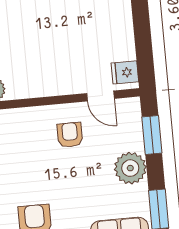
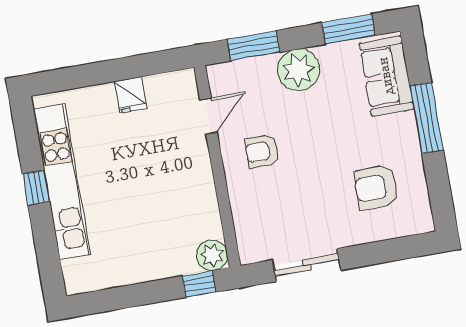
fridge: (125, 72) -> (130, 95), moved

